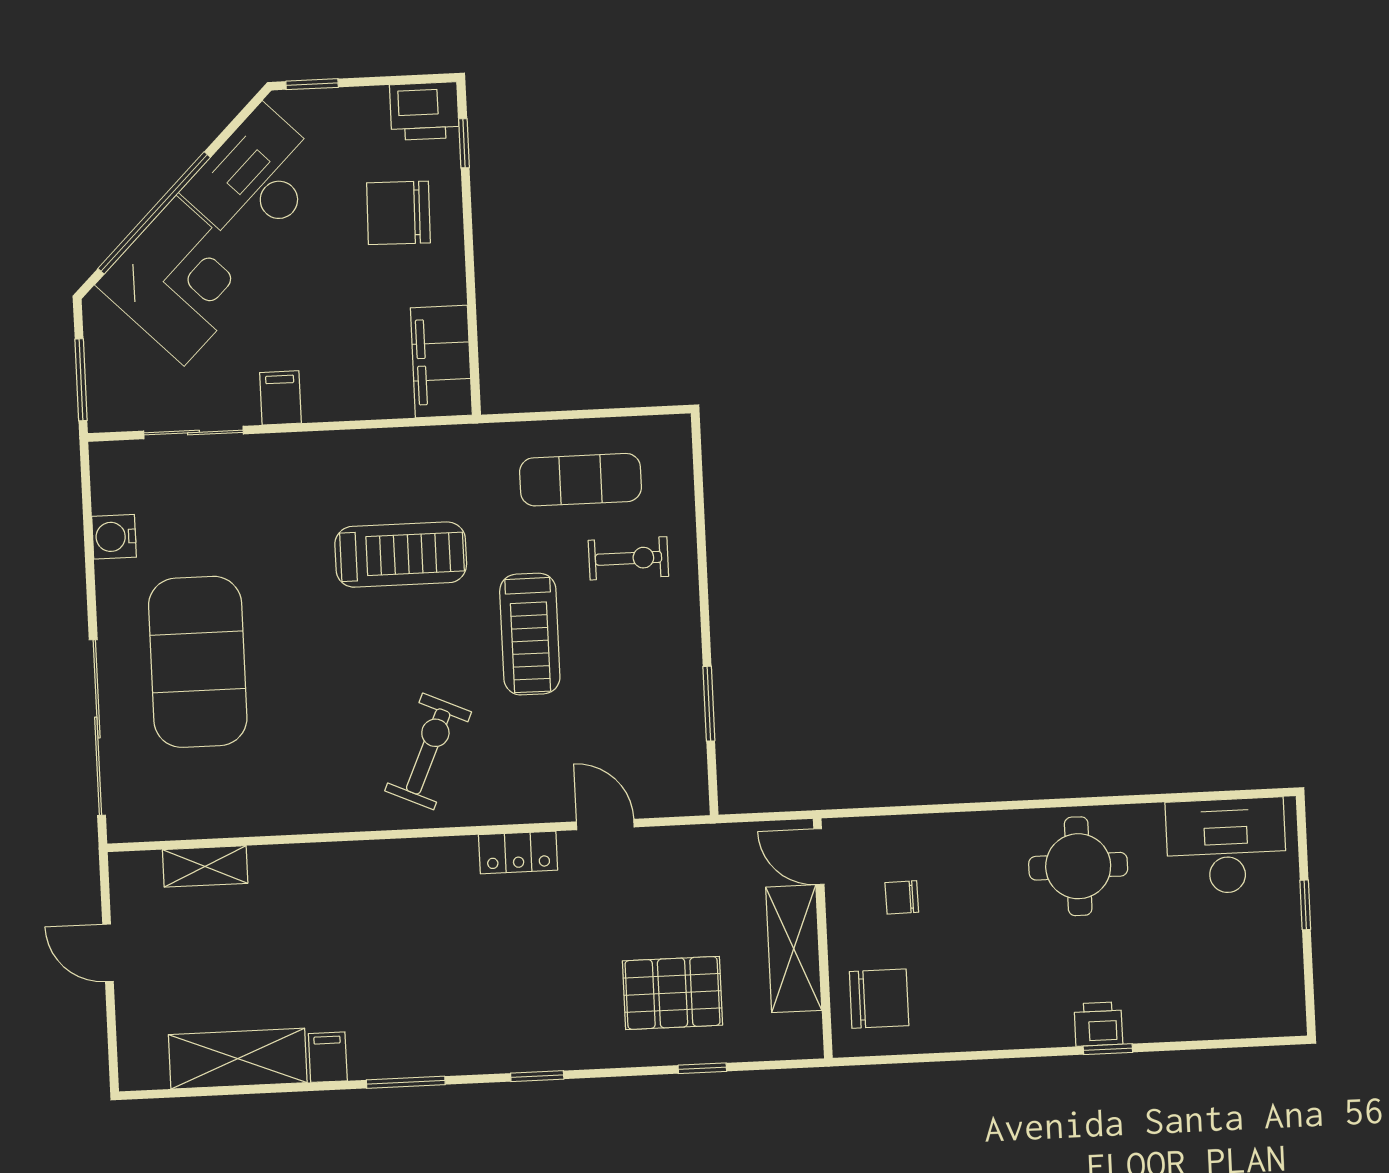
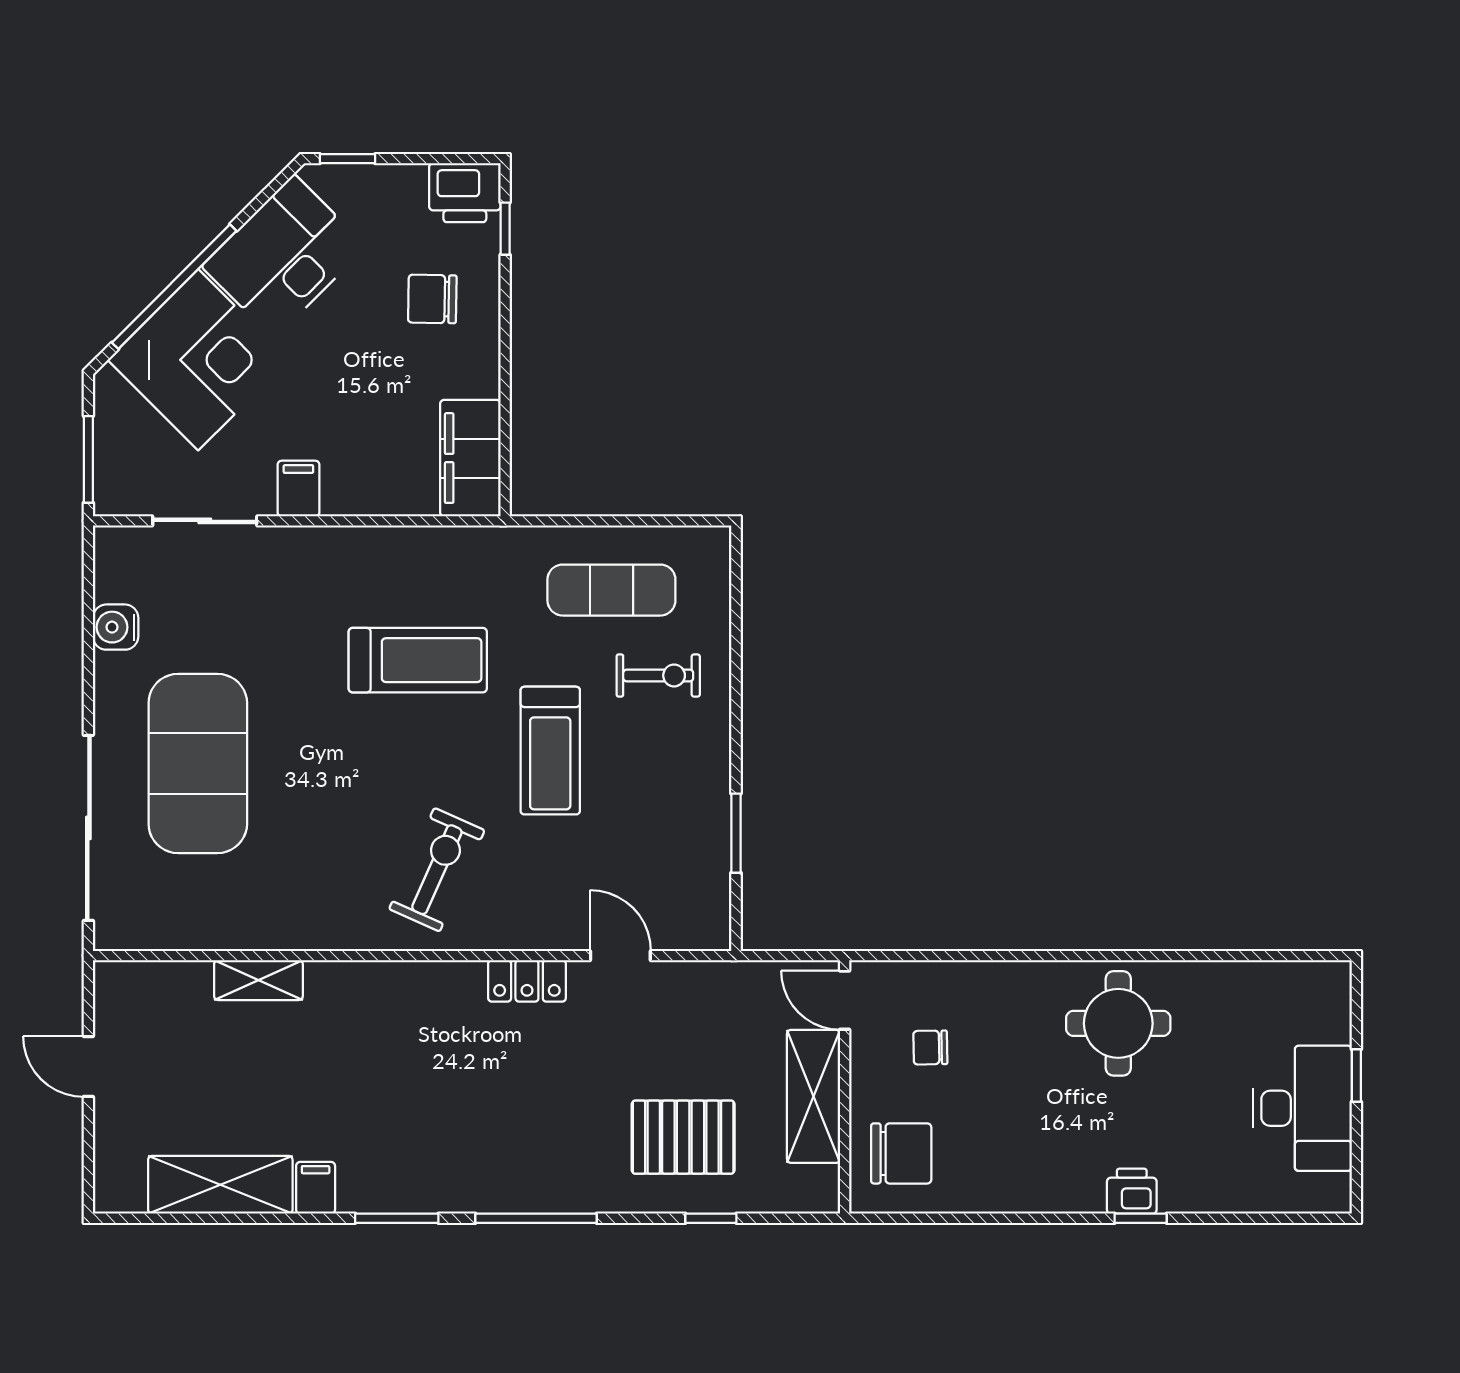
chair: (398, 213) -> (432, 299), width x0.73, depth x0.73
desk: (1226, 846) -> (1303, 1108), moved, turned 90
shelving: (205, 866) -> (258, 980), moved
window: (537, 1076) -> (536, 1218), width x2.17

